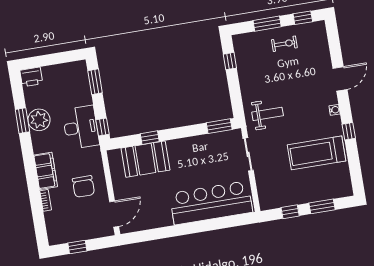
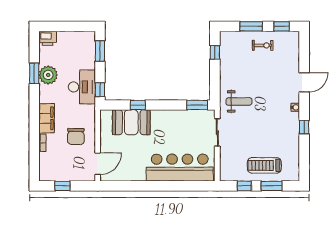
treadmill: (317, 153) -> (264, 165), moved, width x0.73, depth x0.73

